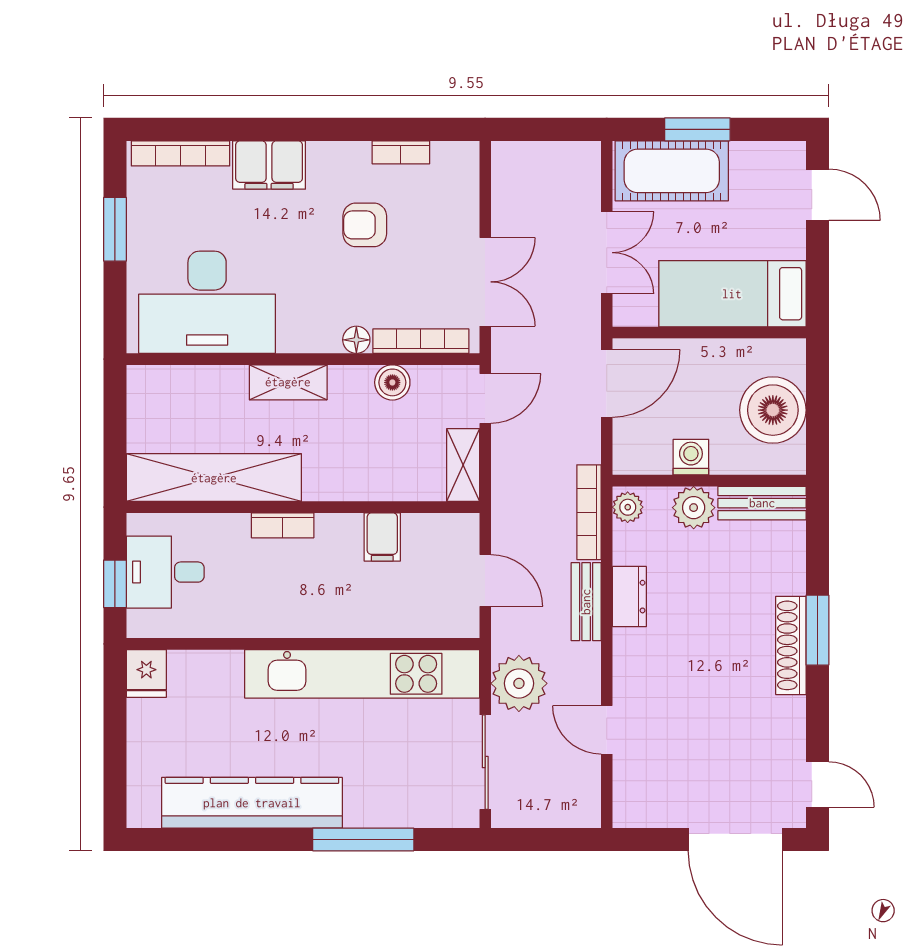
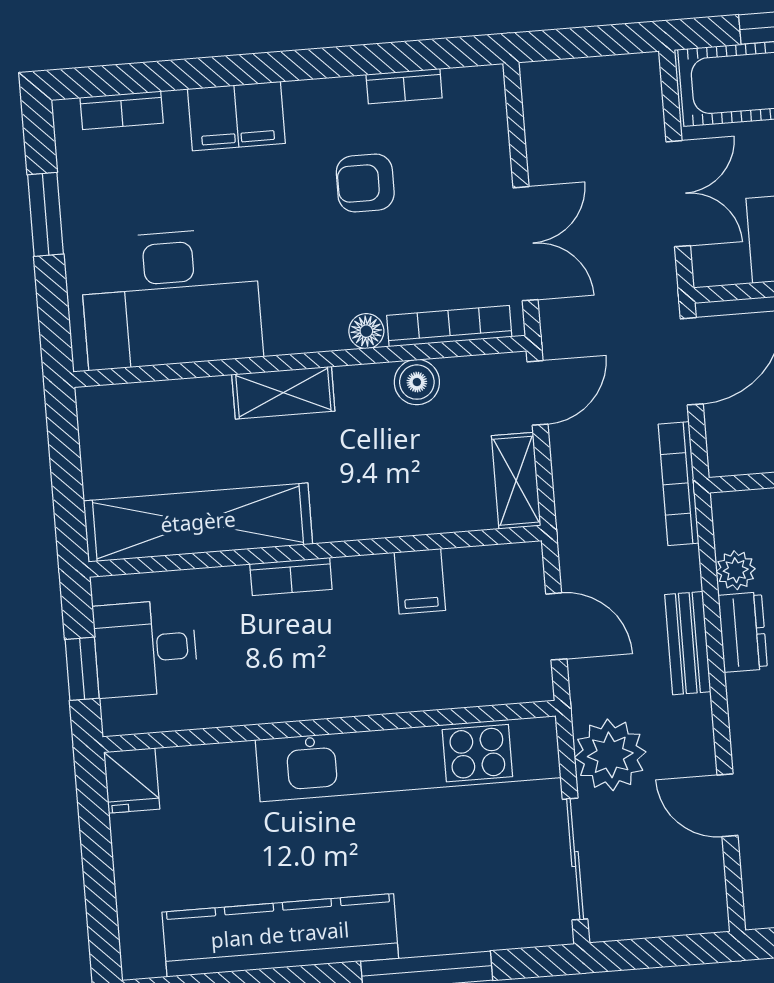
bookcase: (180, 153) -> (122, 110), width x0.64
plant: (628, 507) -> (736, 570), moved
bookcase: (589, 512) -> (679, 484), moved

